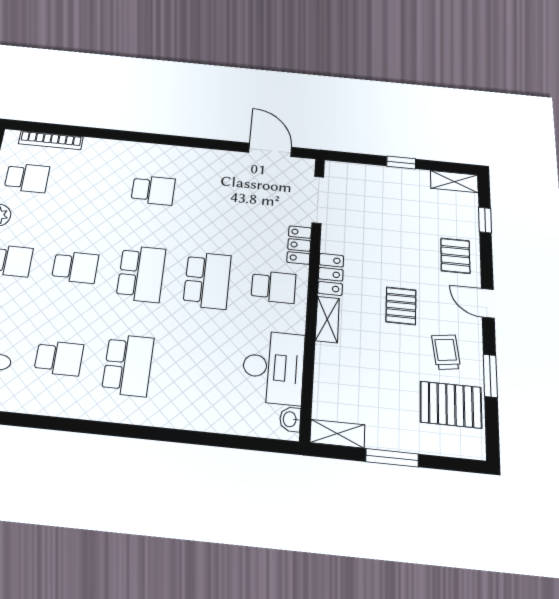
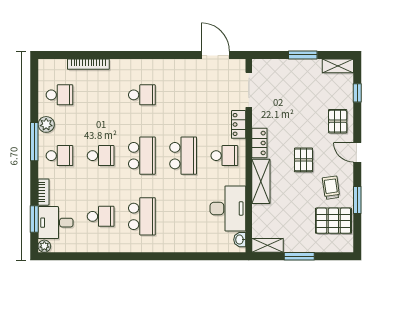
bookcase: (51, 140) -> (88, 64), moved
window: (401, 163) -> (303, 55), width x1.50
shelving: (327, 319) -> (261, 181), width x1.50, depth x1.33

